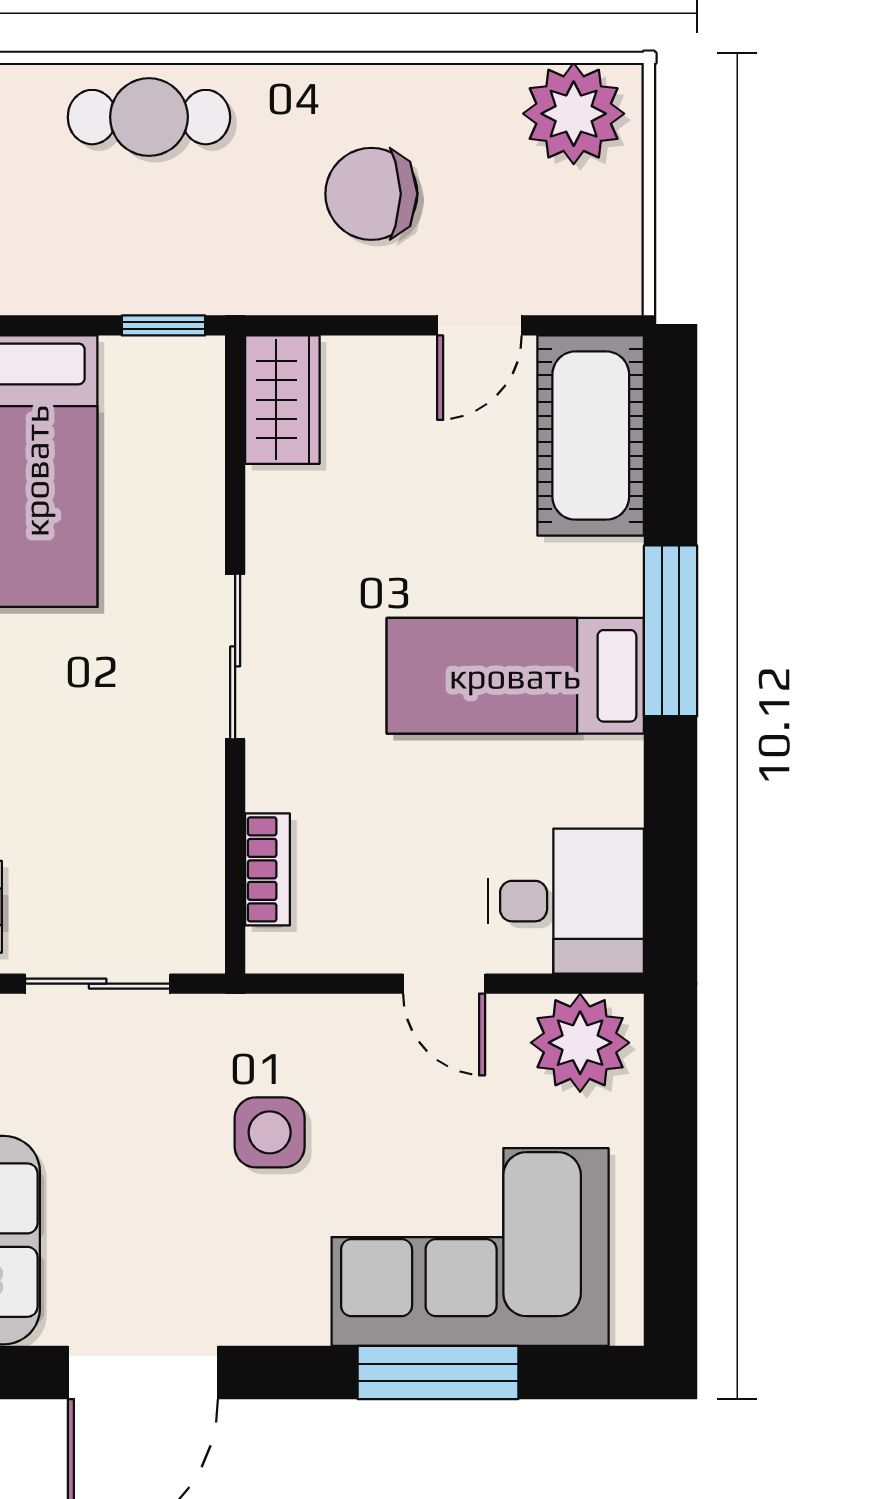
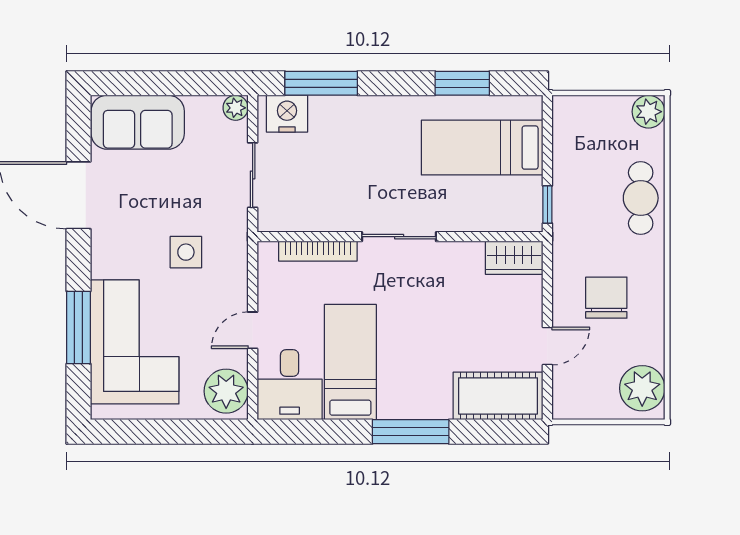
door: (479, 325) -> (547, 346), swing flipped
bed: (515, 676) -> (350, 362), moved
bookcase: (268, 869) -> (318, 251), width x1.56

